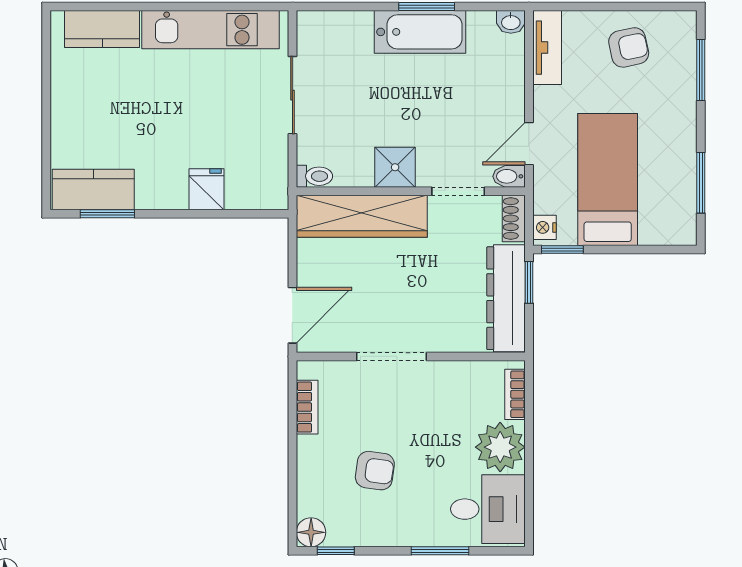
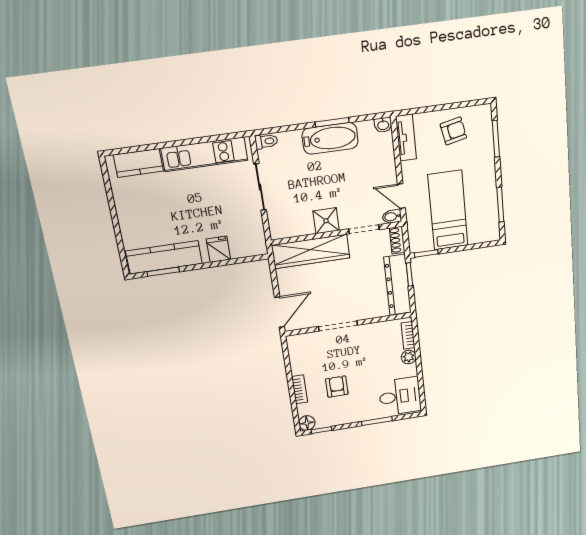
door: (529, 144) -> (401, 196), hinge flipped
toilet: (314, 176) -> (266, 141), moved
kitchen counter: (93, 190) -> (164, 257), width x1.50
nightstand: (544, 227) -> (415, 243), removed
bookcase: (307, 407) -> (300, 389), moved
plant: (500, 447) -> (409, 357), width x0.53, depth x0.53
armchair: (375, 471) -> (337, 387), turned -98

